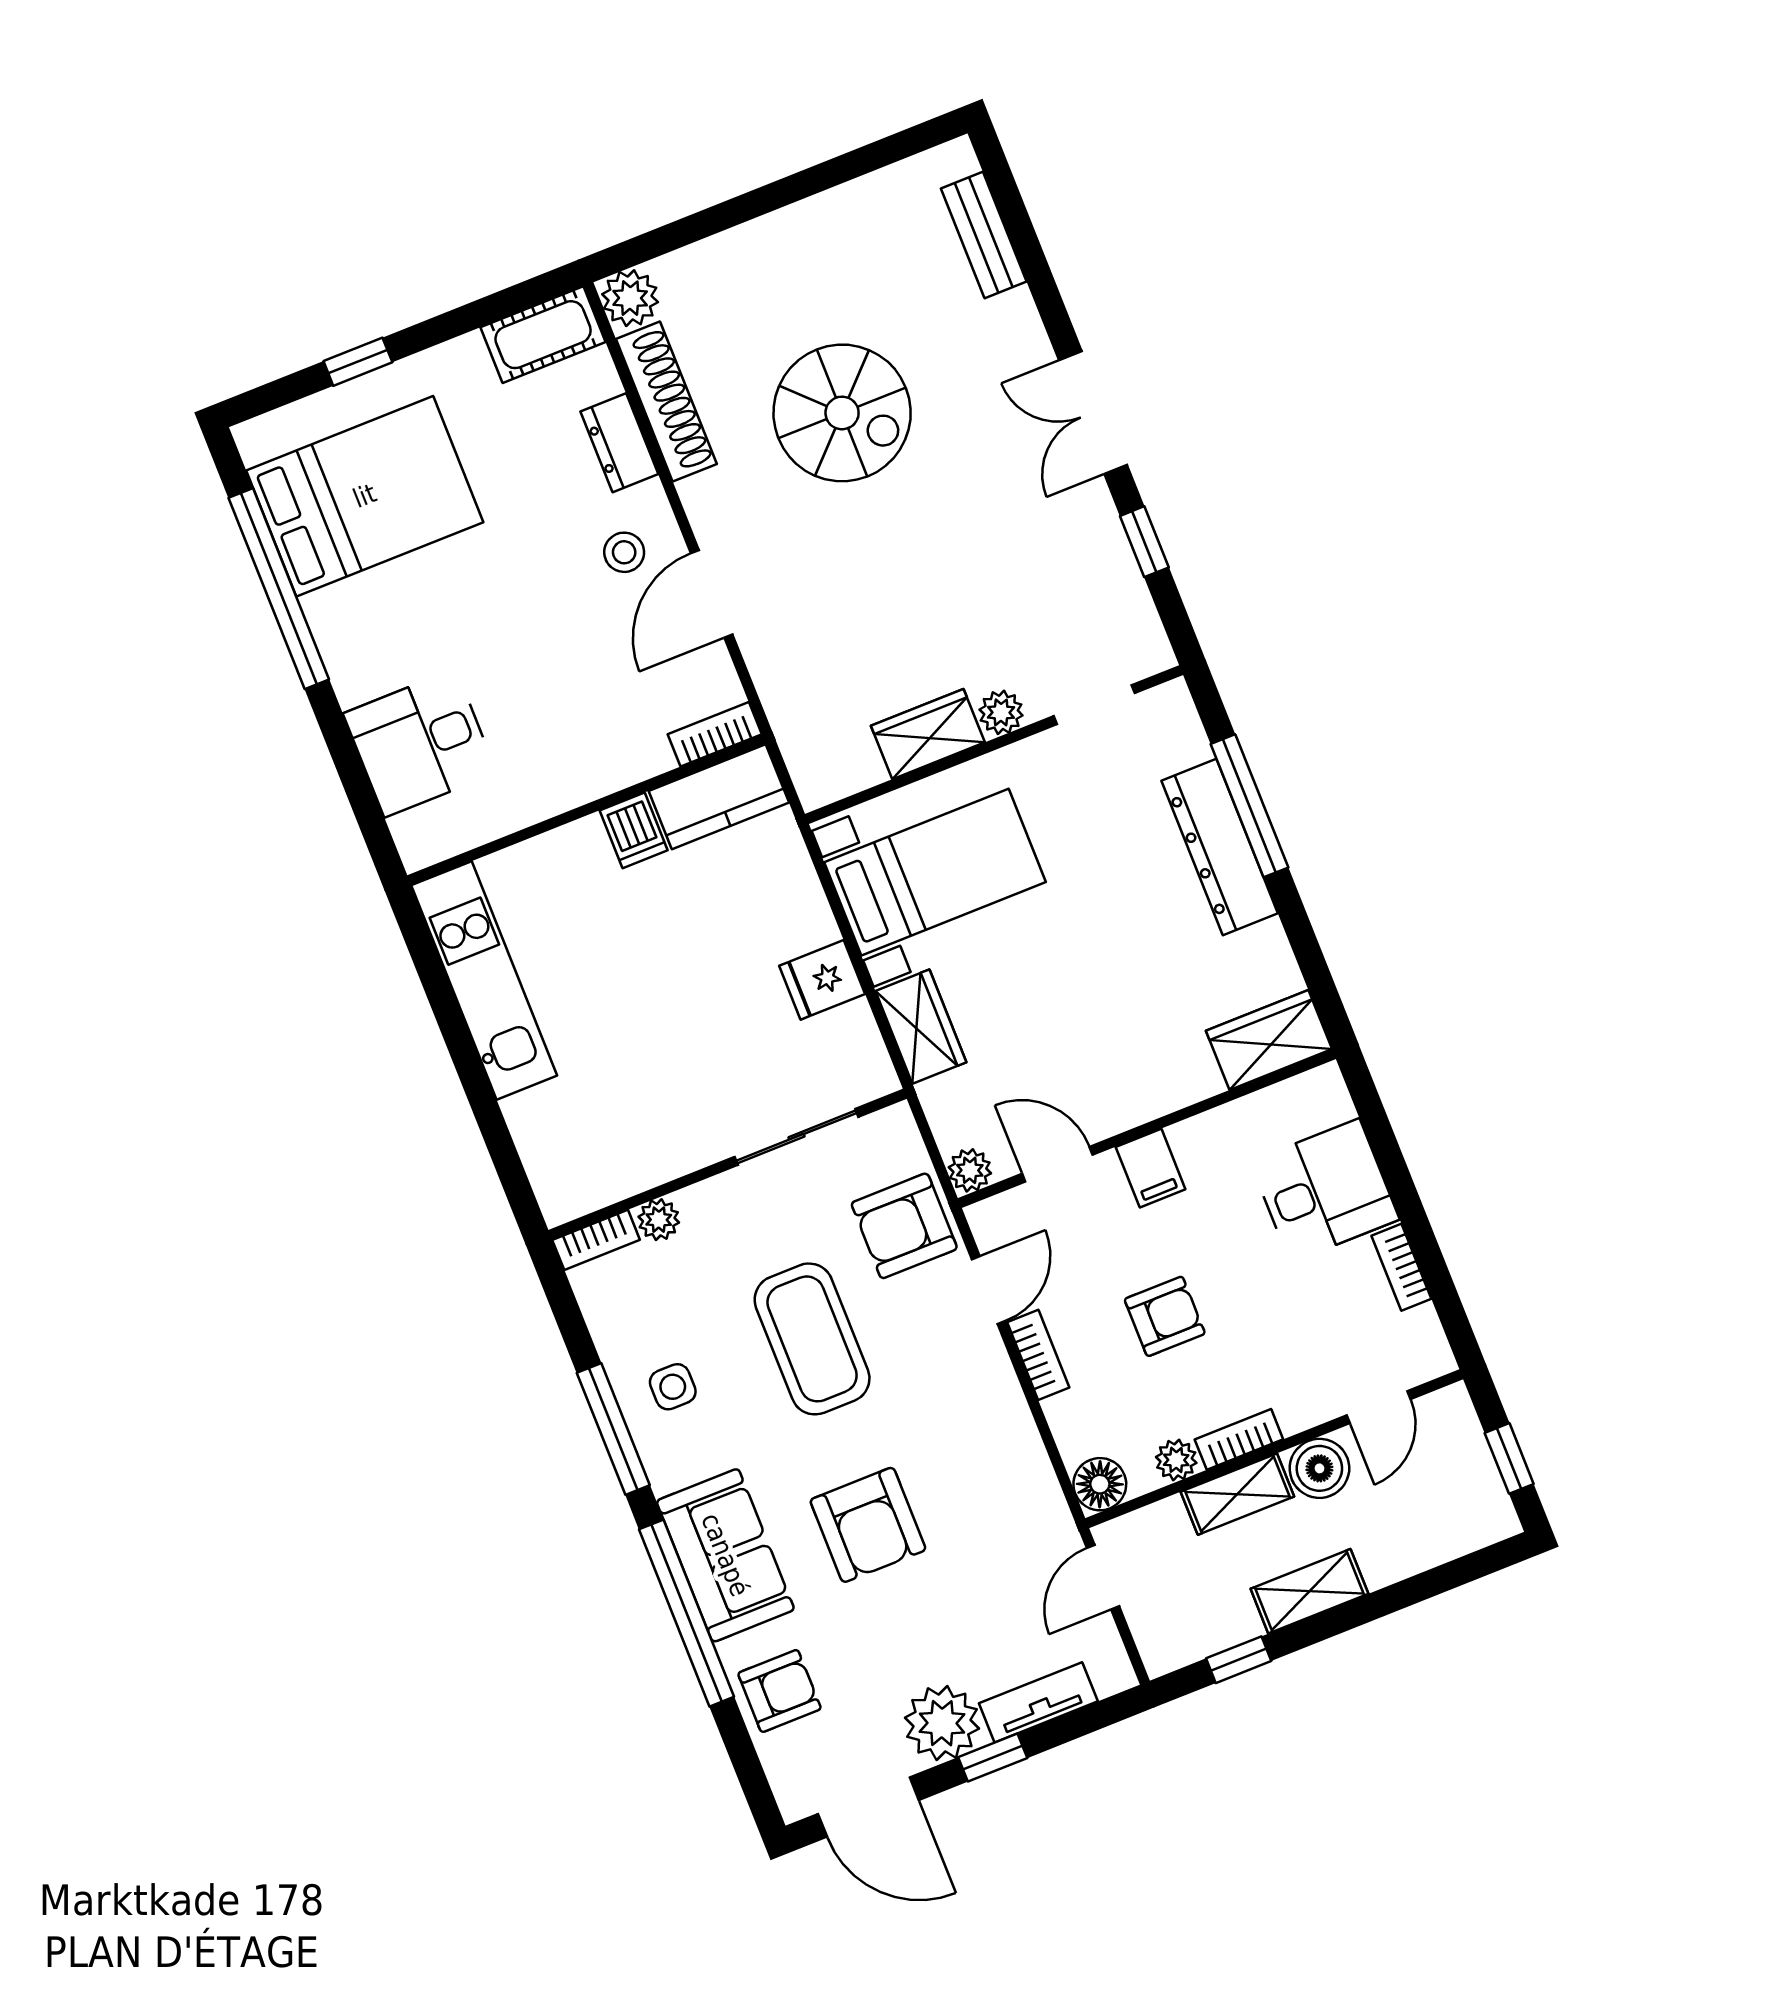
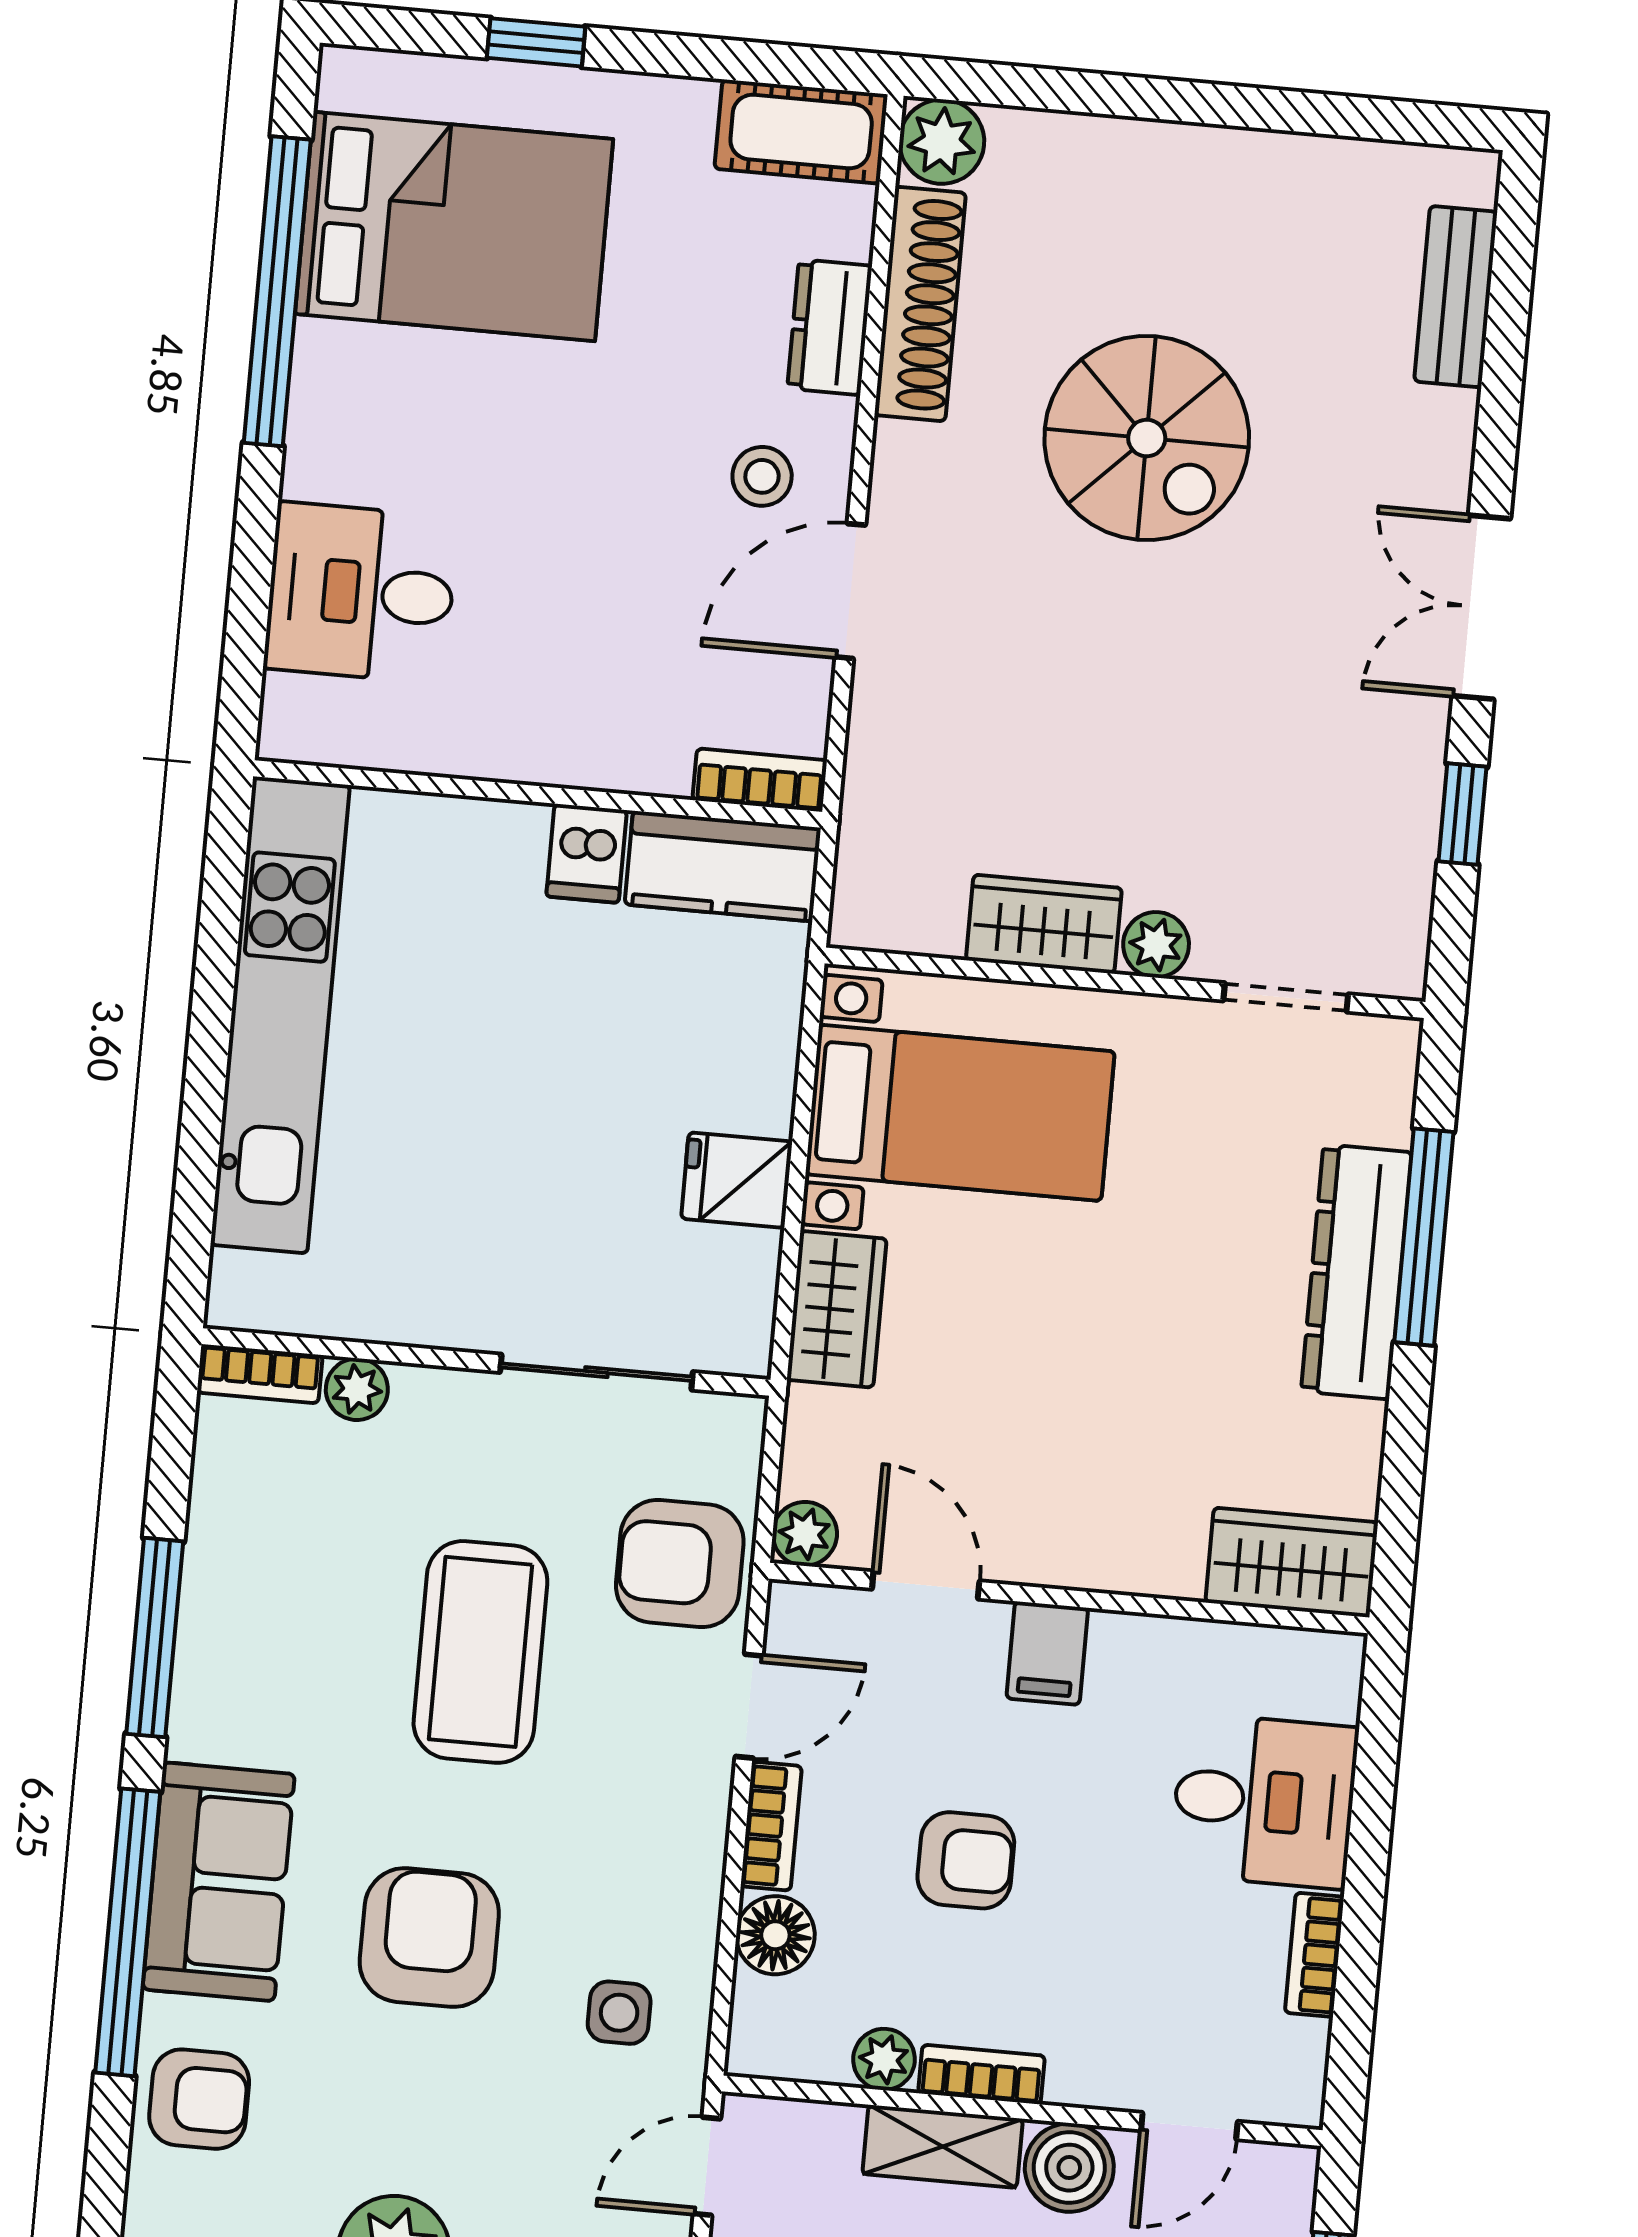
kitchen unit: (484, 980) -> (280, 1015), width x1.36
side table: (673, 1387) -> (619, 2013), moved
floor lamp: (1100, 1484) -> (775, 1935), moved
armchair: (868, 1525) -> (429, 1938), turned 180

